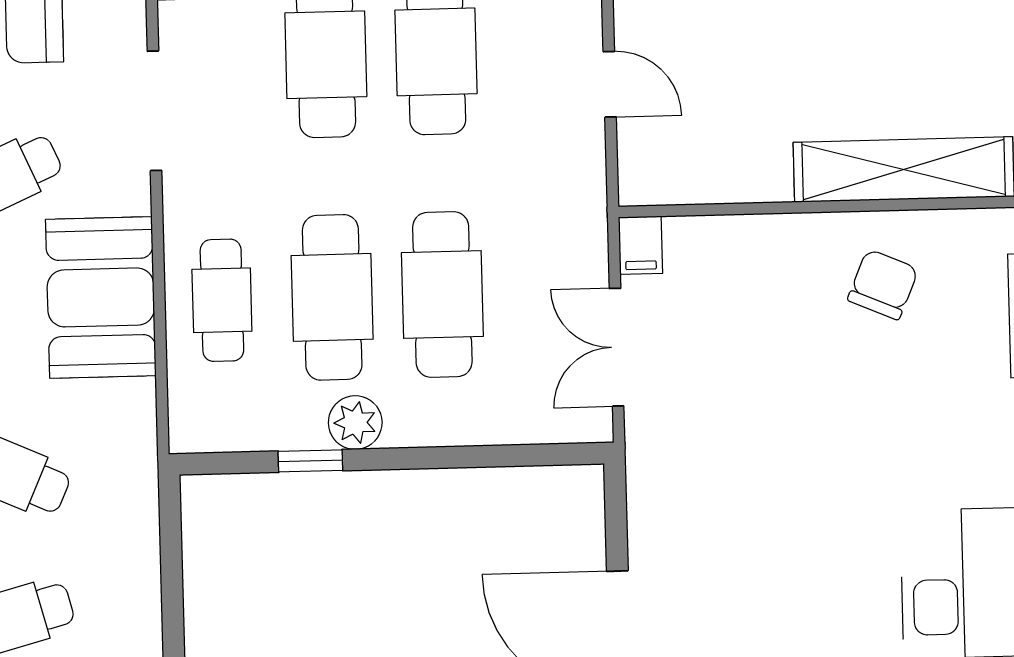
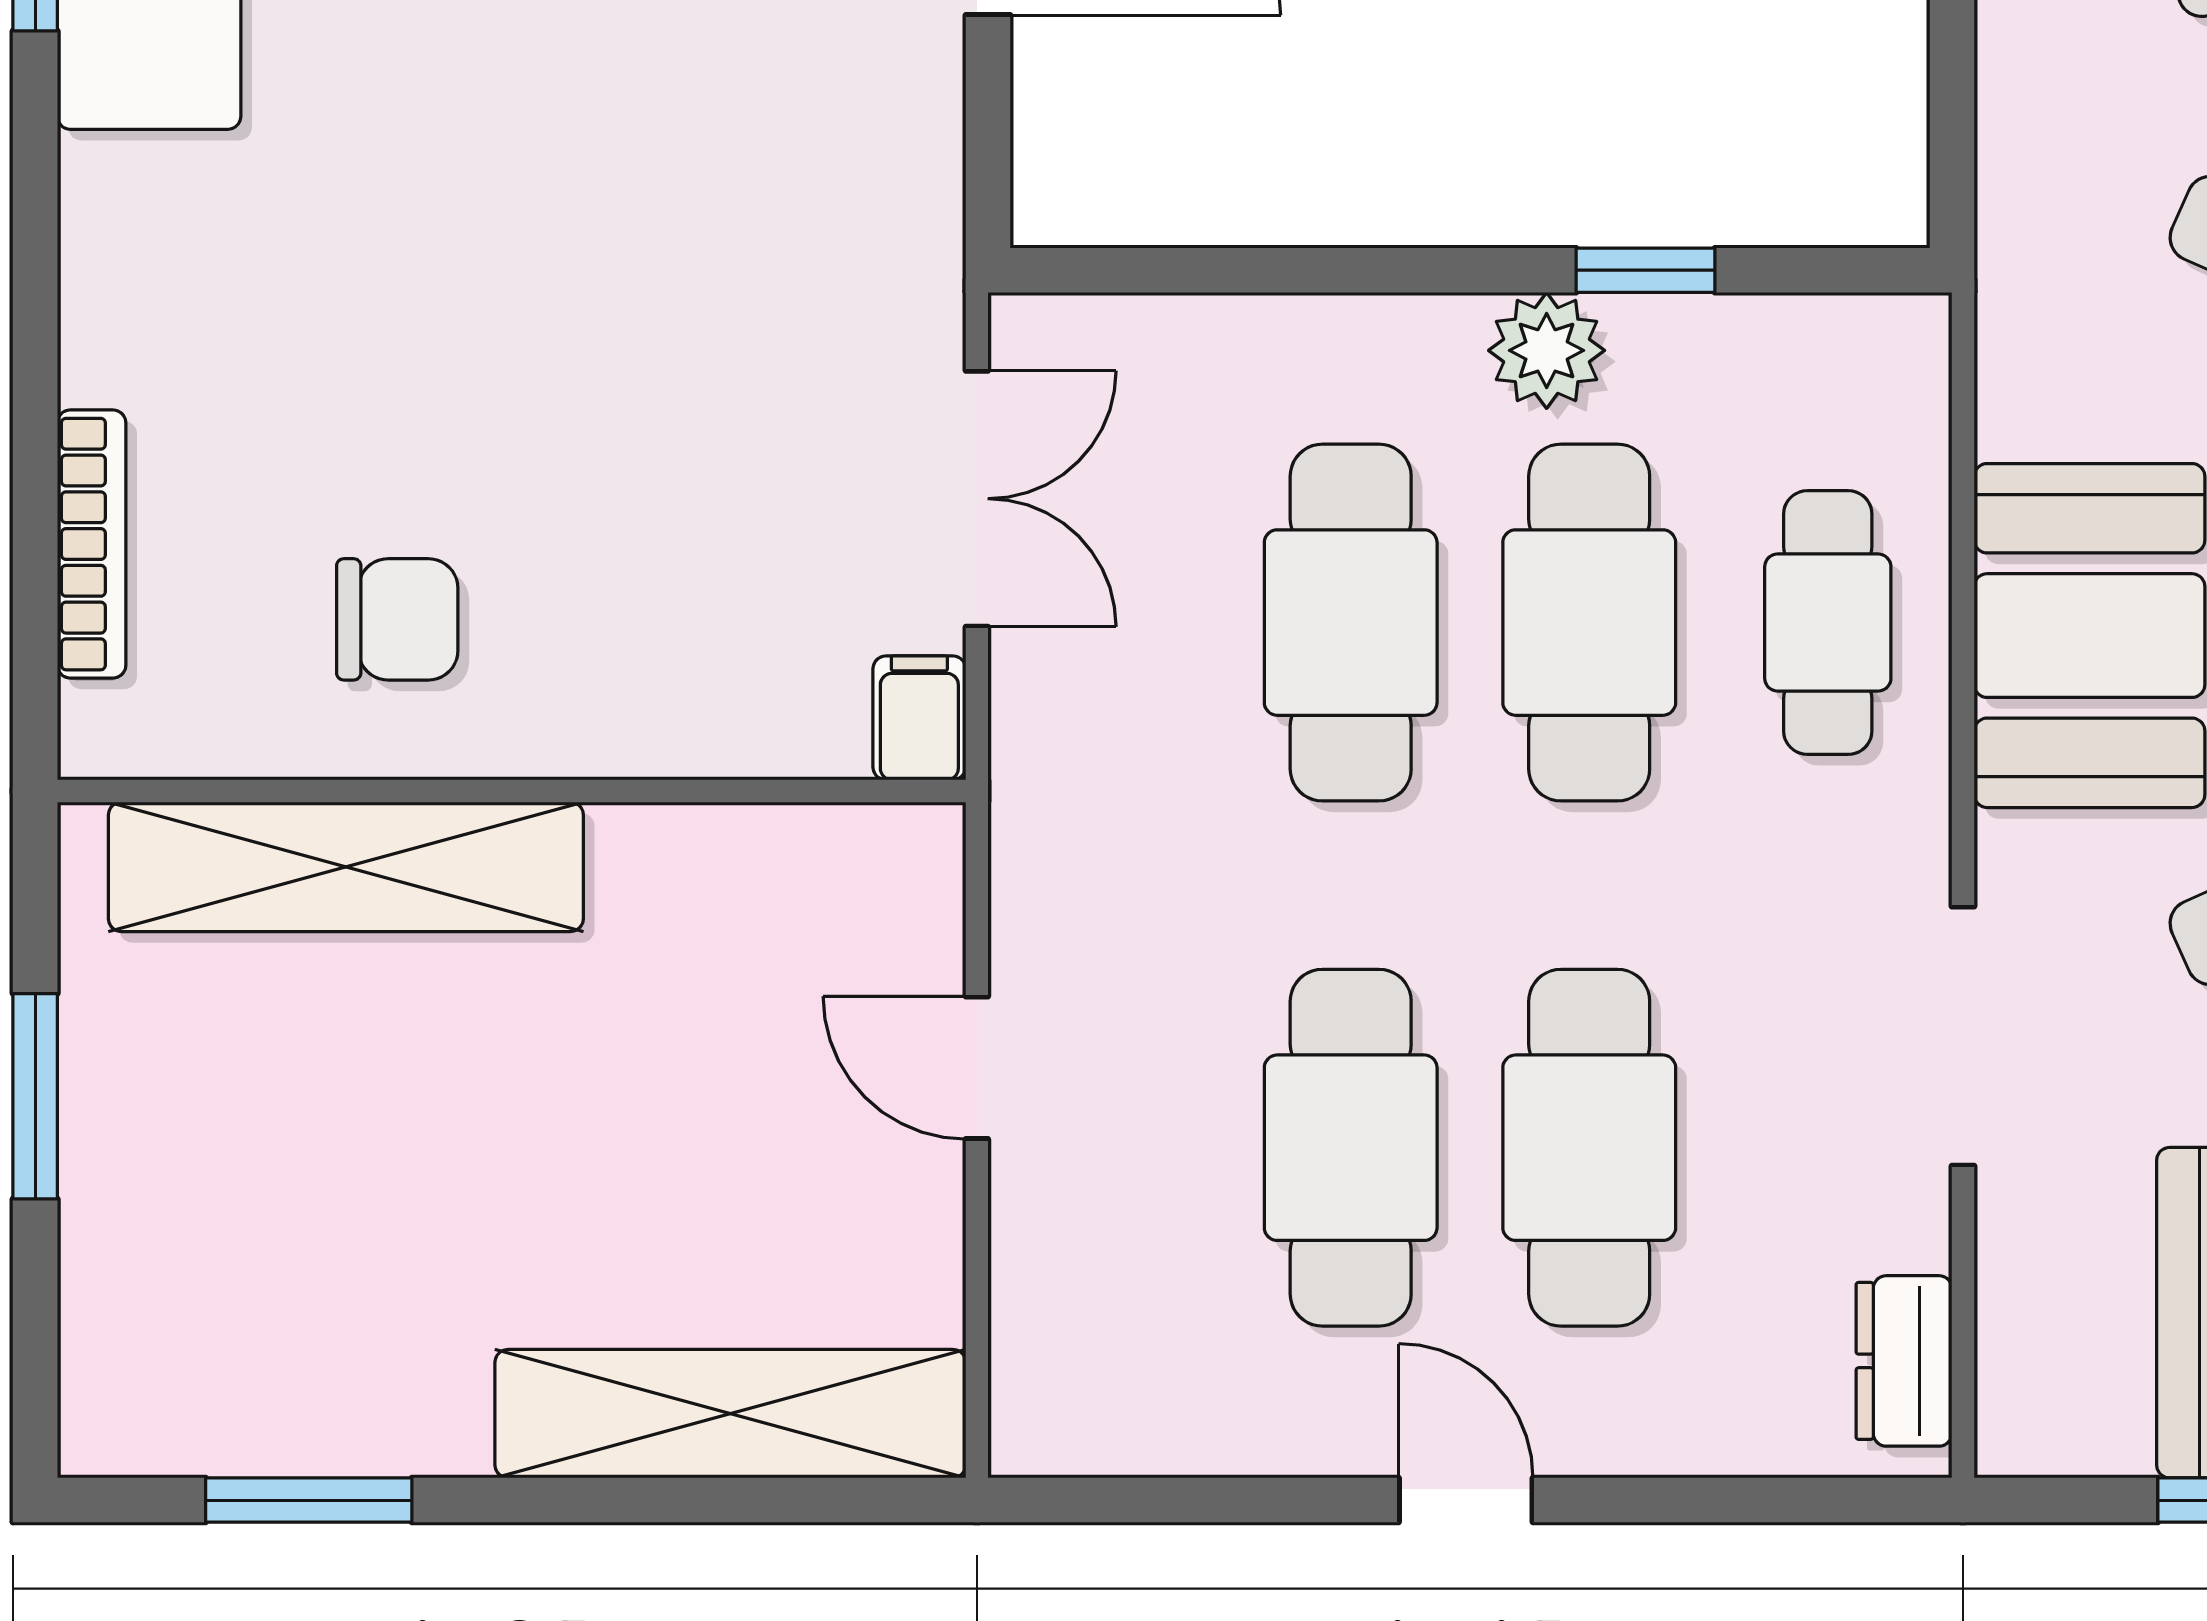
chair: (883, 284) -> (397, 619), turned -113

